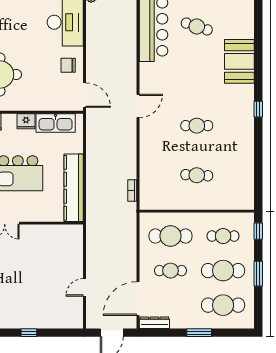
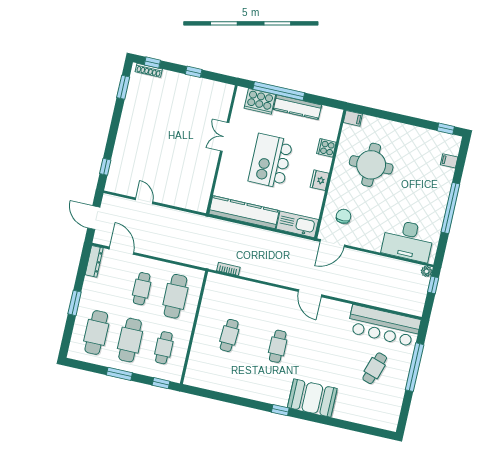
booth: (239, 61) -> (312, 398), moved
chair: (68, 65) -> (344, 216), moved
kitchen sink: (56, 123) -> (297, 224), moved, turned 90
door: (138, 299) -> (121, 251), width x0.73
window: (29, 333) -> (105, 167), moved

